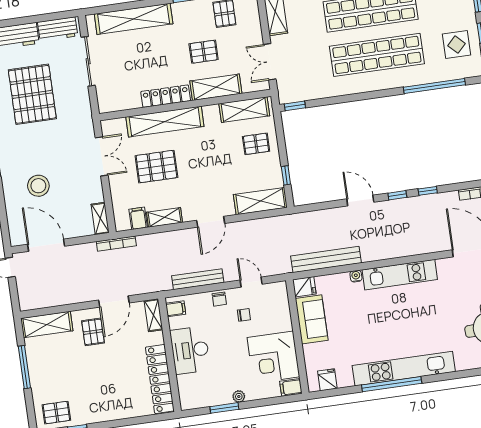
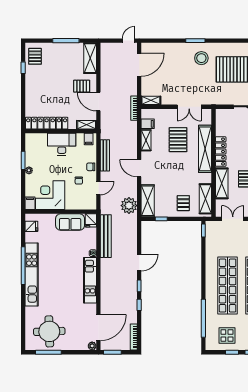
stool: (38, 186) -> (201, 58), moved
plant: (272, 230) -> (129, 206), added

